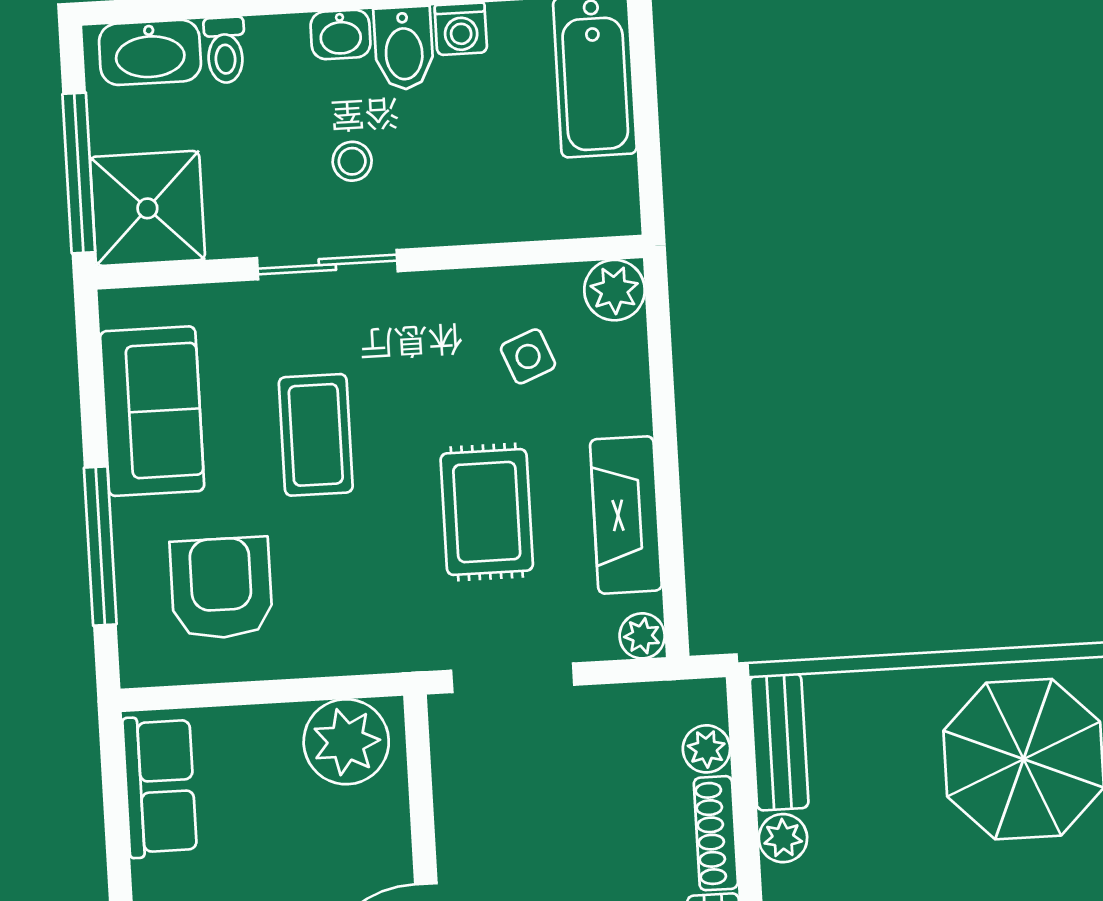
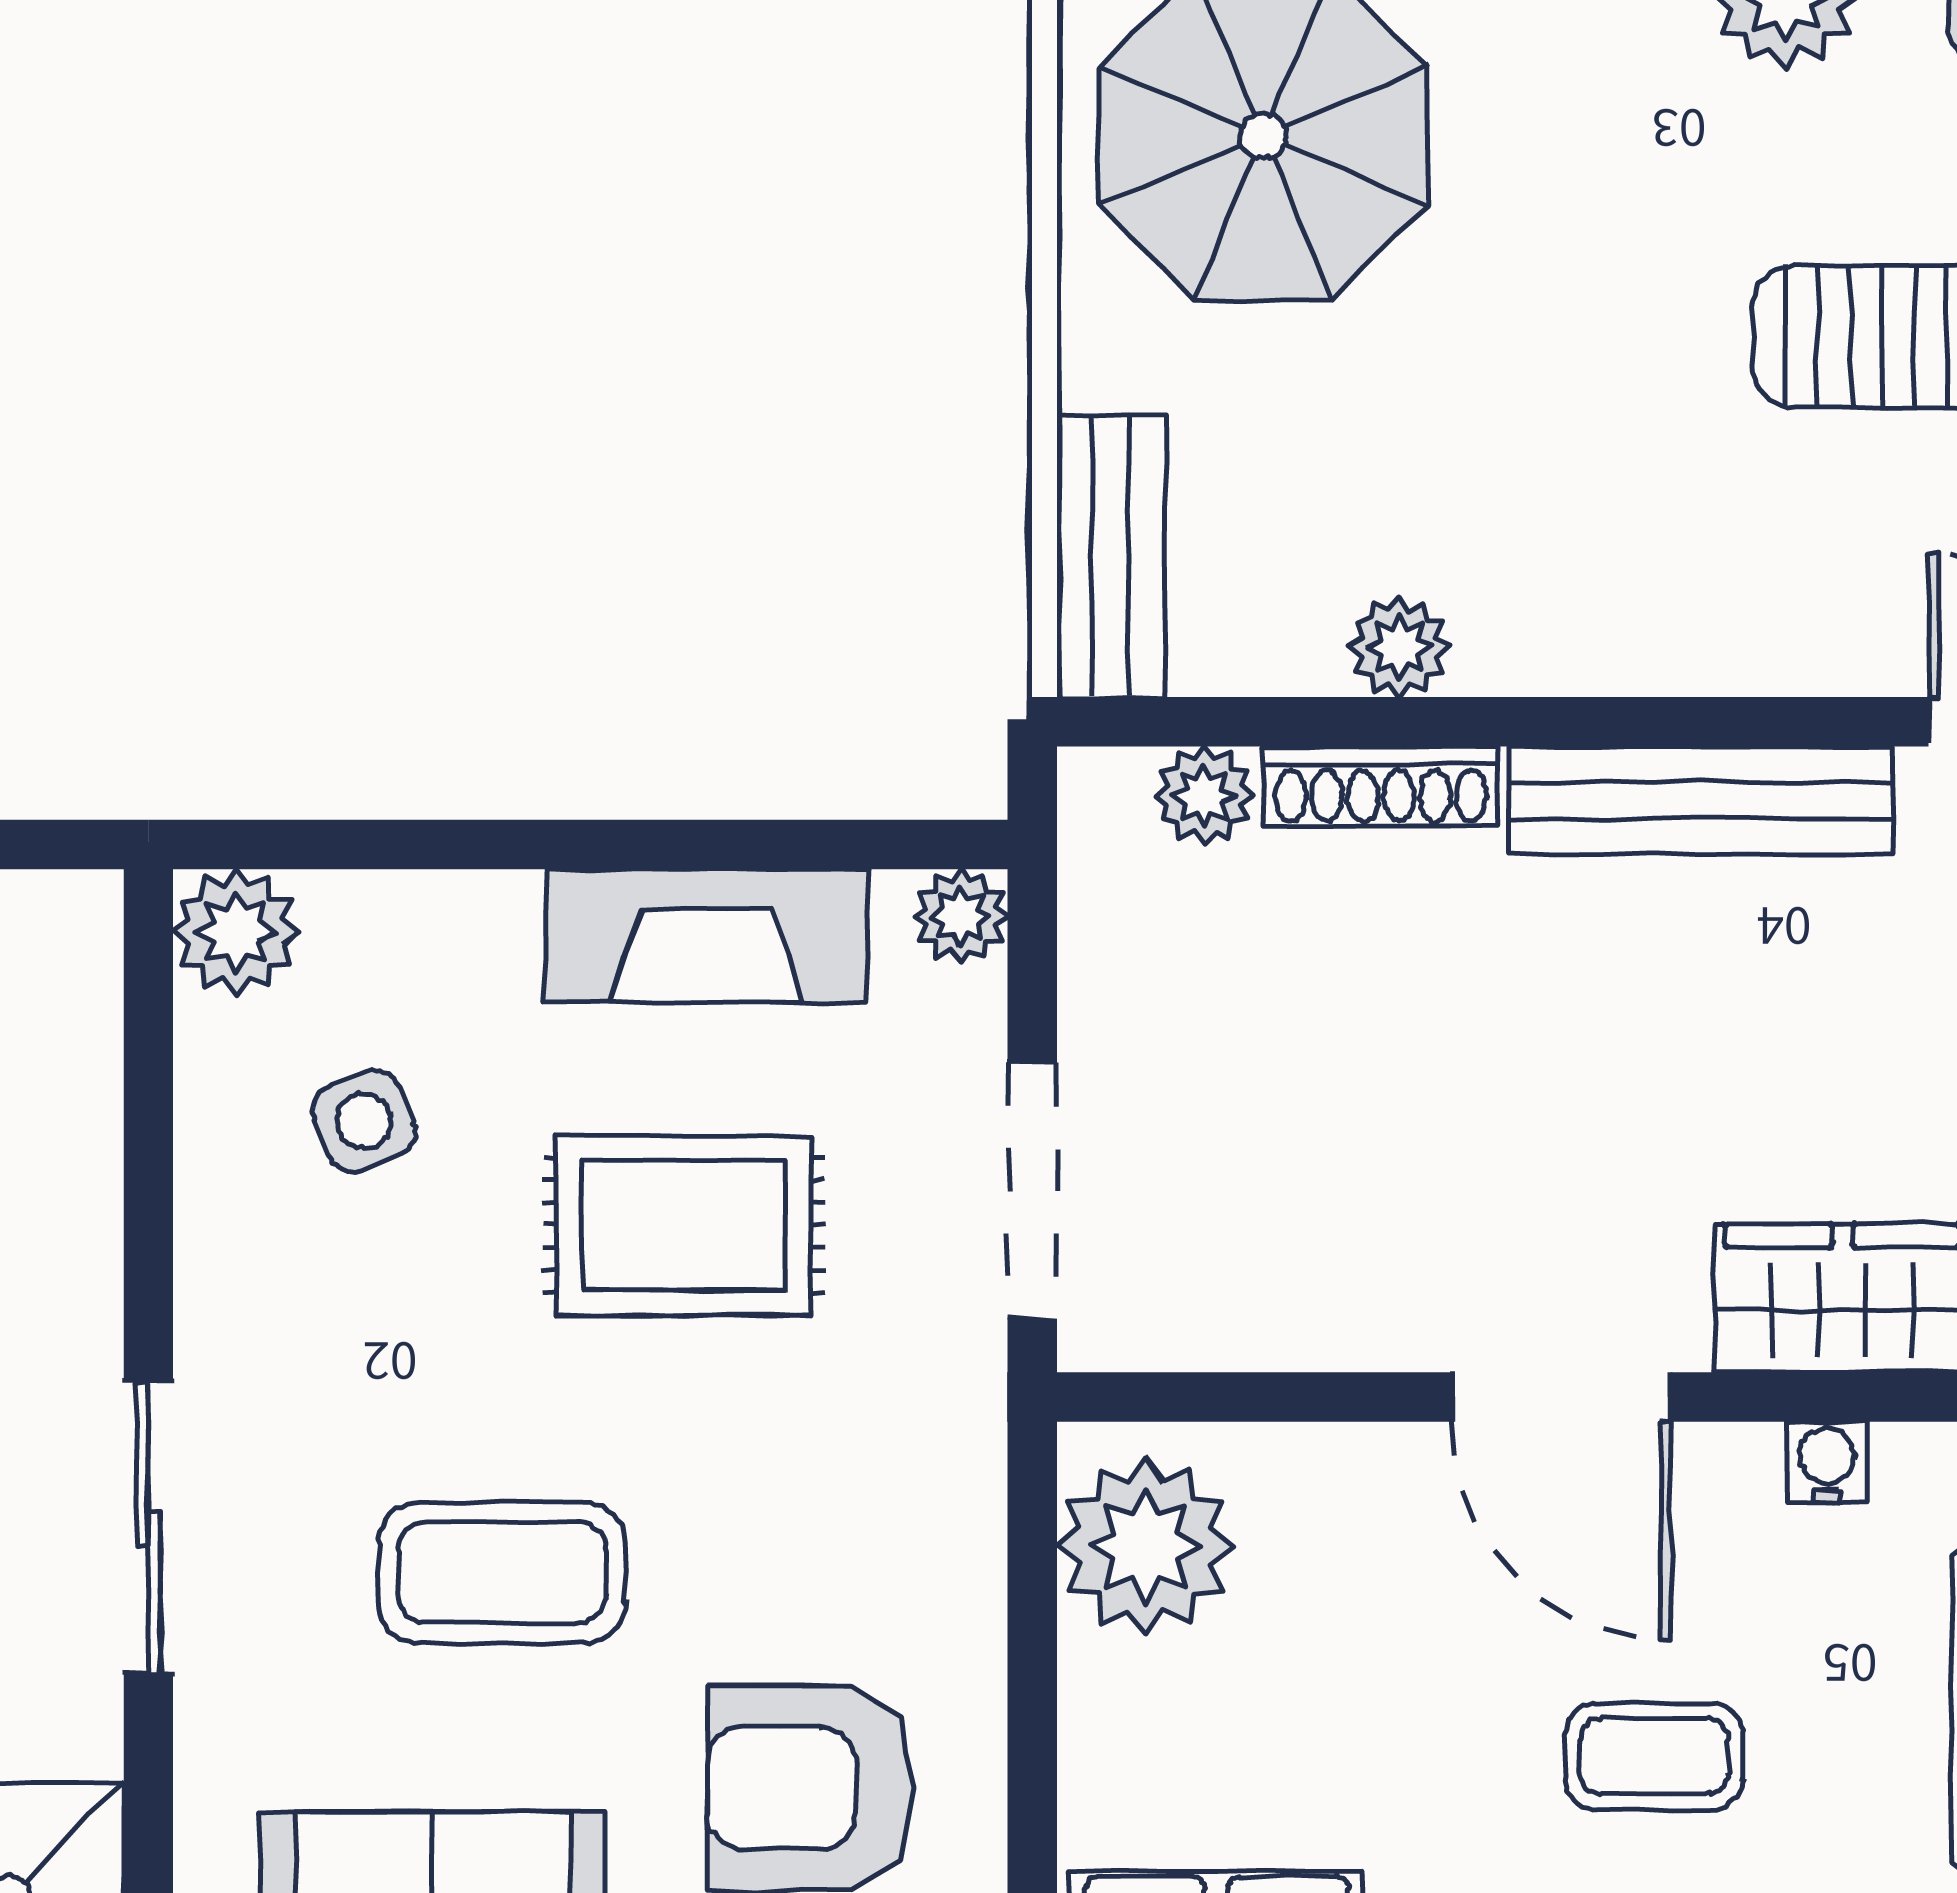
bench: (779, 742) -> (1111, 556), moved, turned 90

